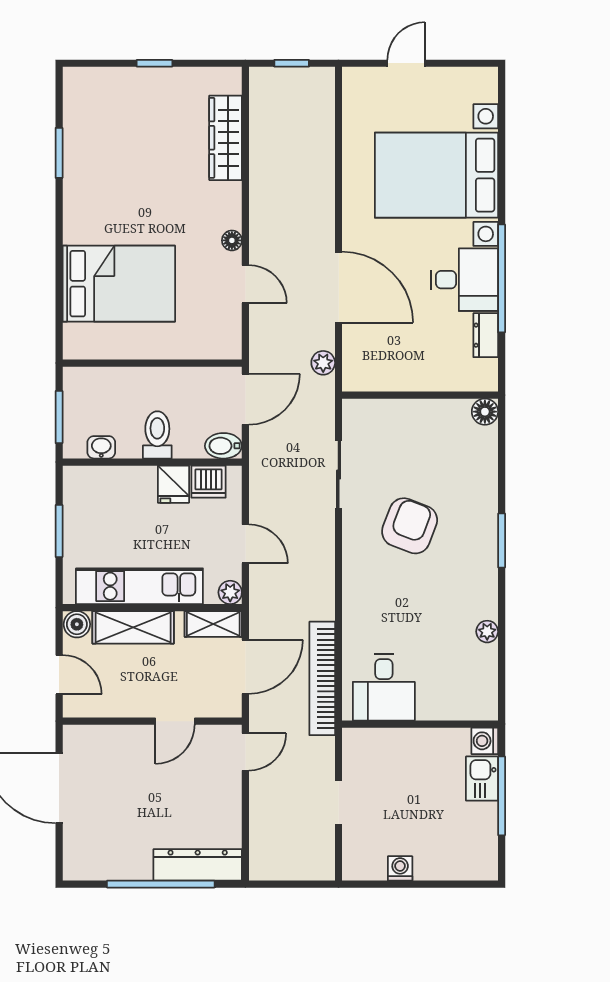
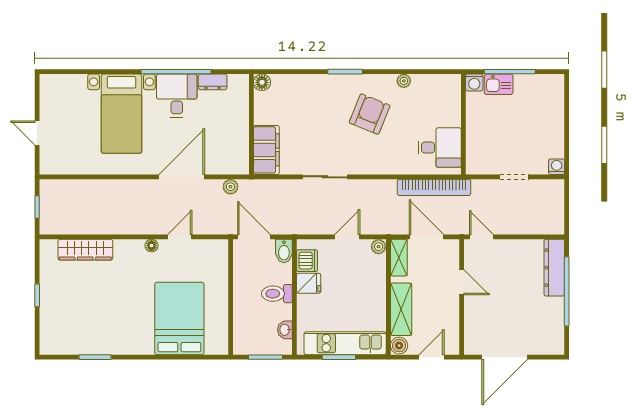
bed with nightstands: (436, 175) -> (122, 114), width x0.73
filing cabinet: (380, 418) -> (266, 150), added
sliding door: (339, 475) -> (325, 177), moved
armchair: (410, 526) -> (370, 114), moved, turned 91
kitchen unit: (139, 586) -> (345, 343), moved, turned 90
washing machine: (400, 868) -> (557, 167), moved, turned 90

